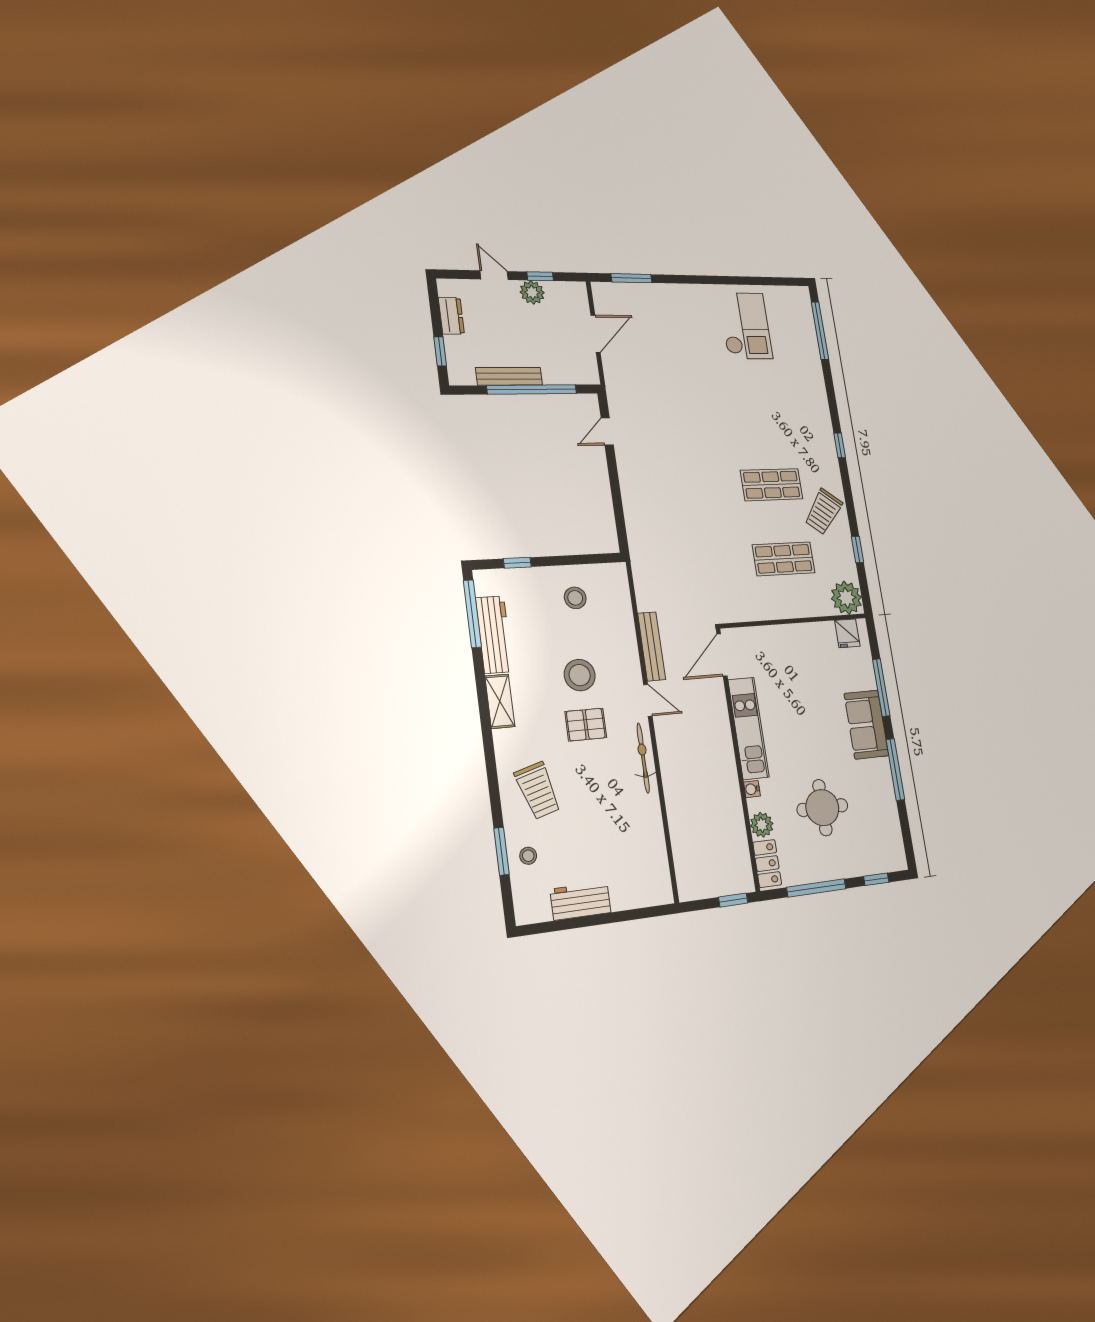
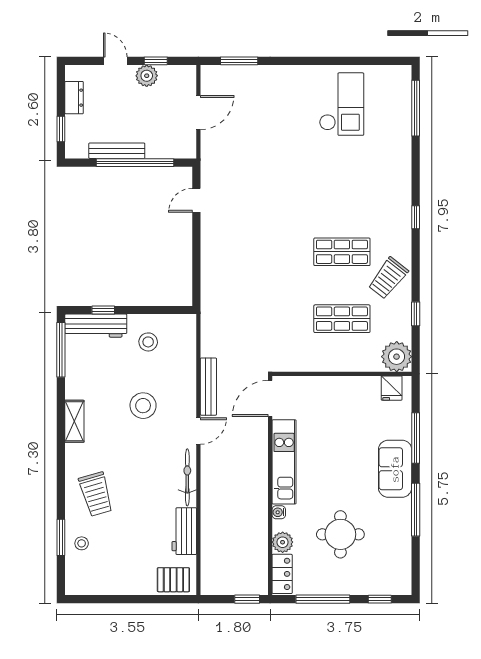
workbench: (494, 635) -> (96, 326), moved, turned 90
door: (648, 700) -> (198, 431), hinge flipped
pallet: (586, 725) -> (173, 580), moved
workbench: (580, 901) -> (184, 531), moved, turned -90

